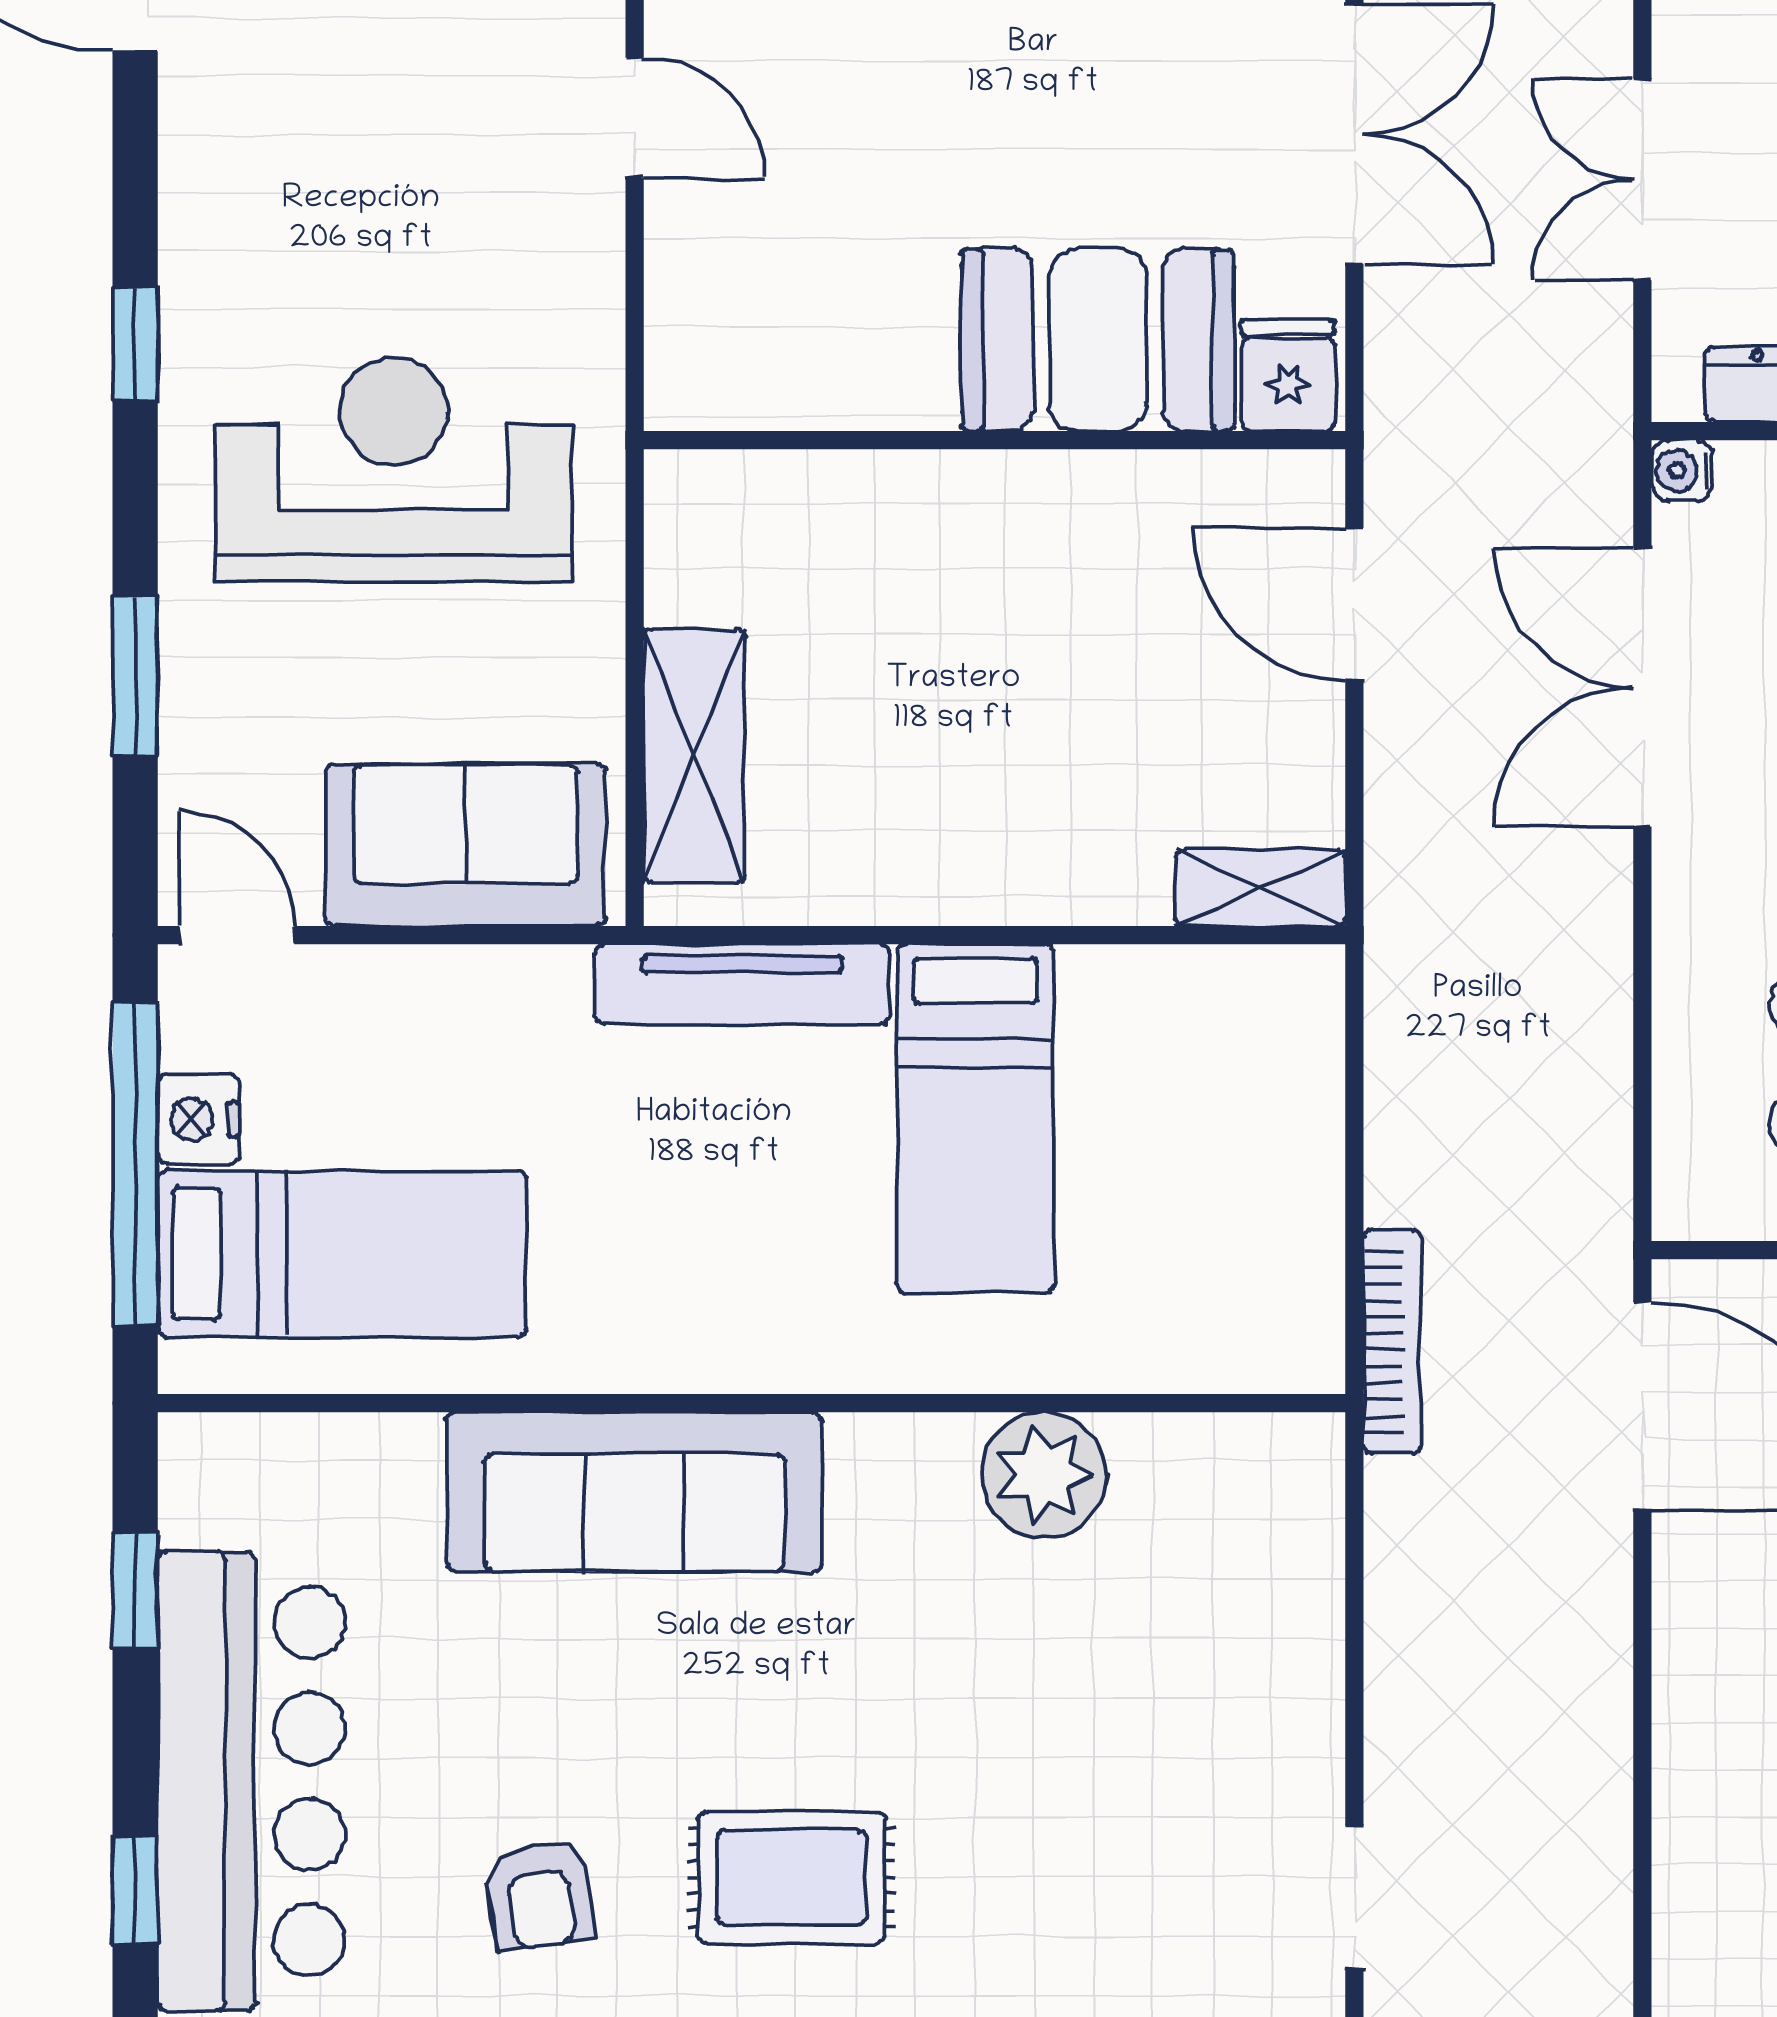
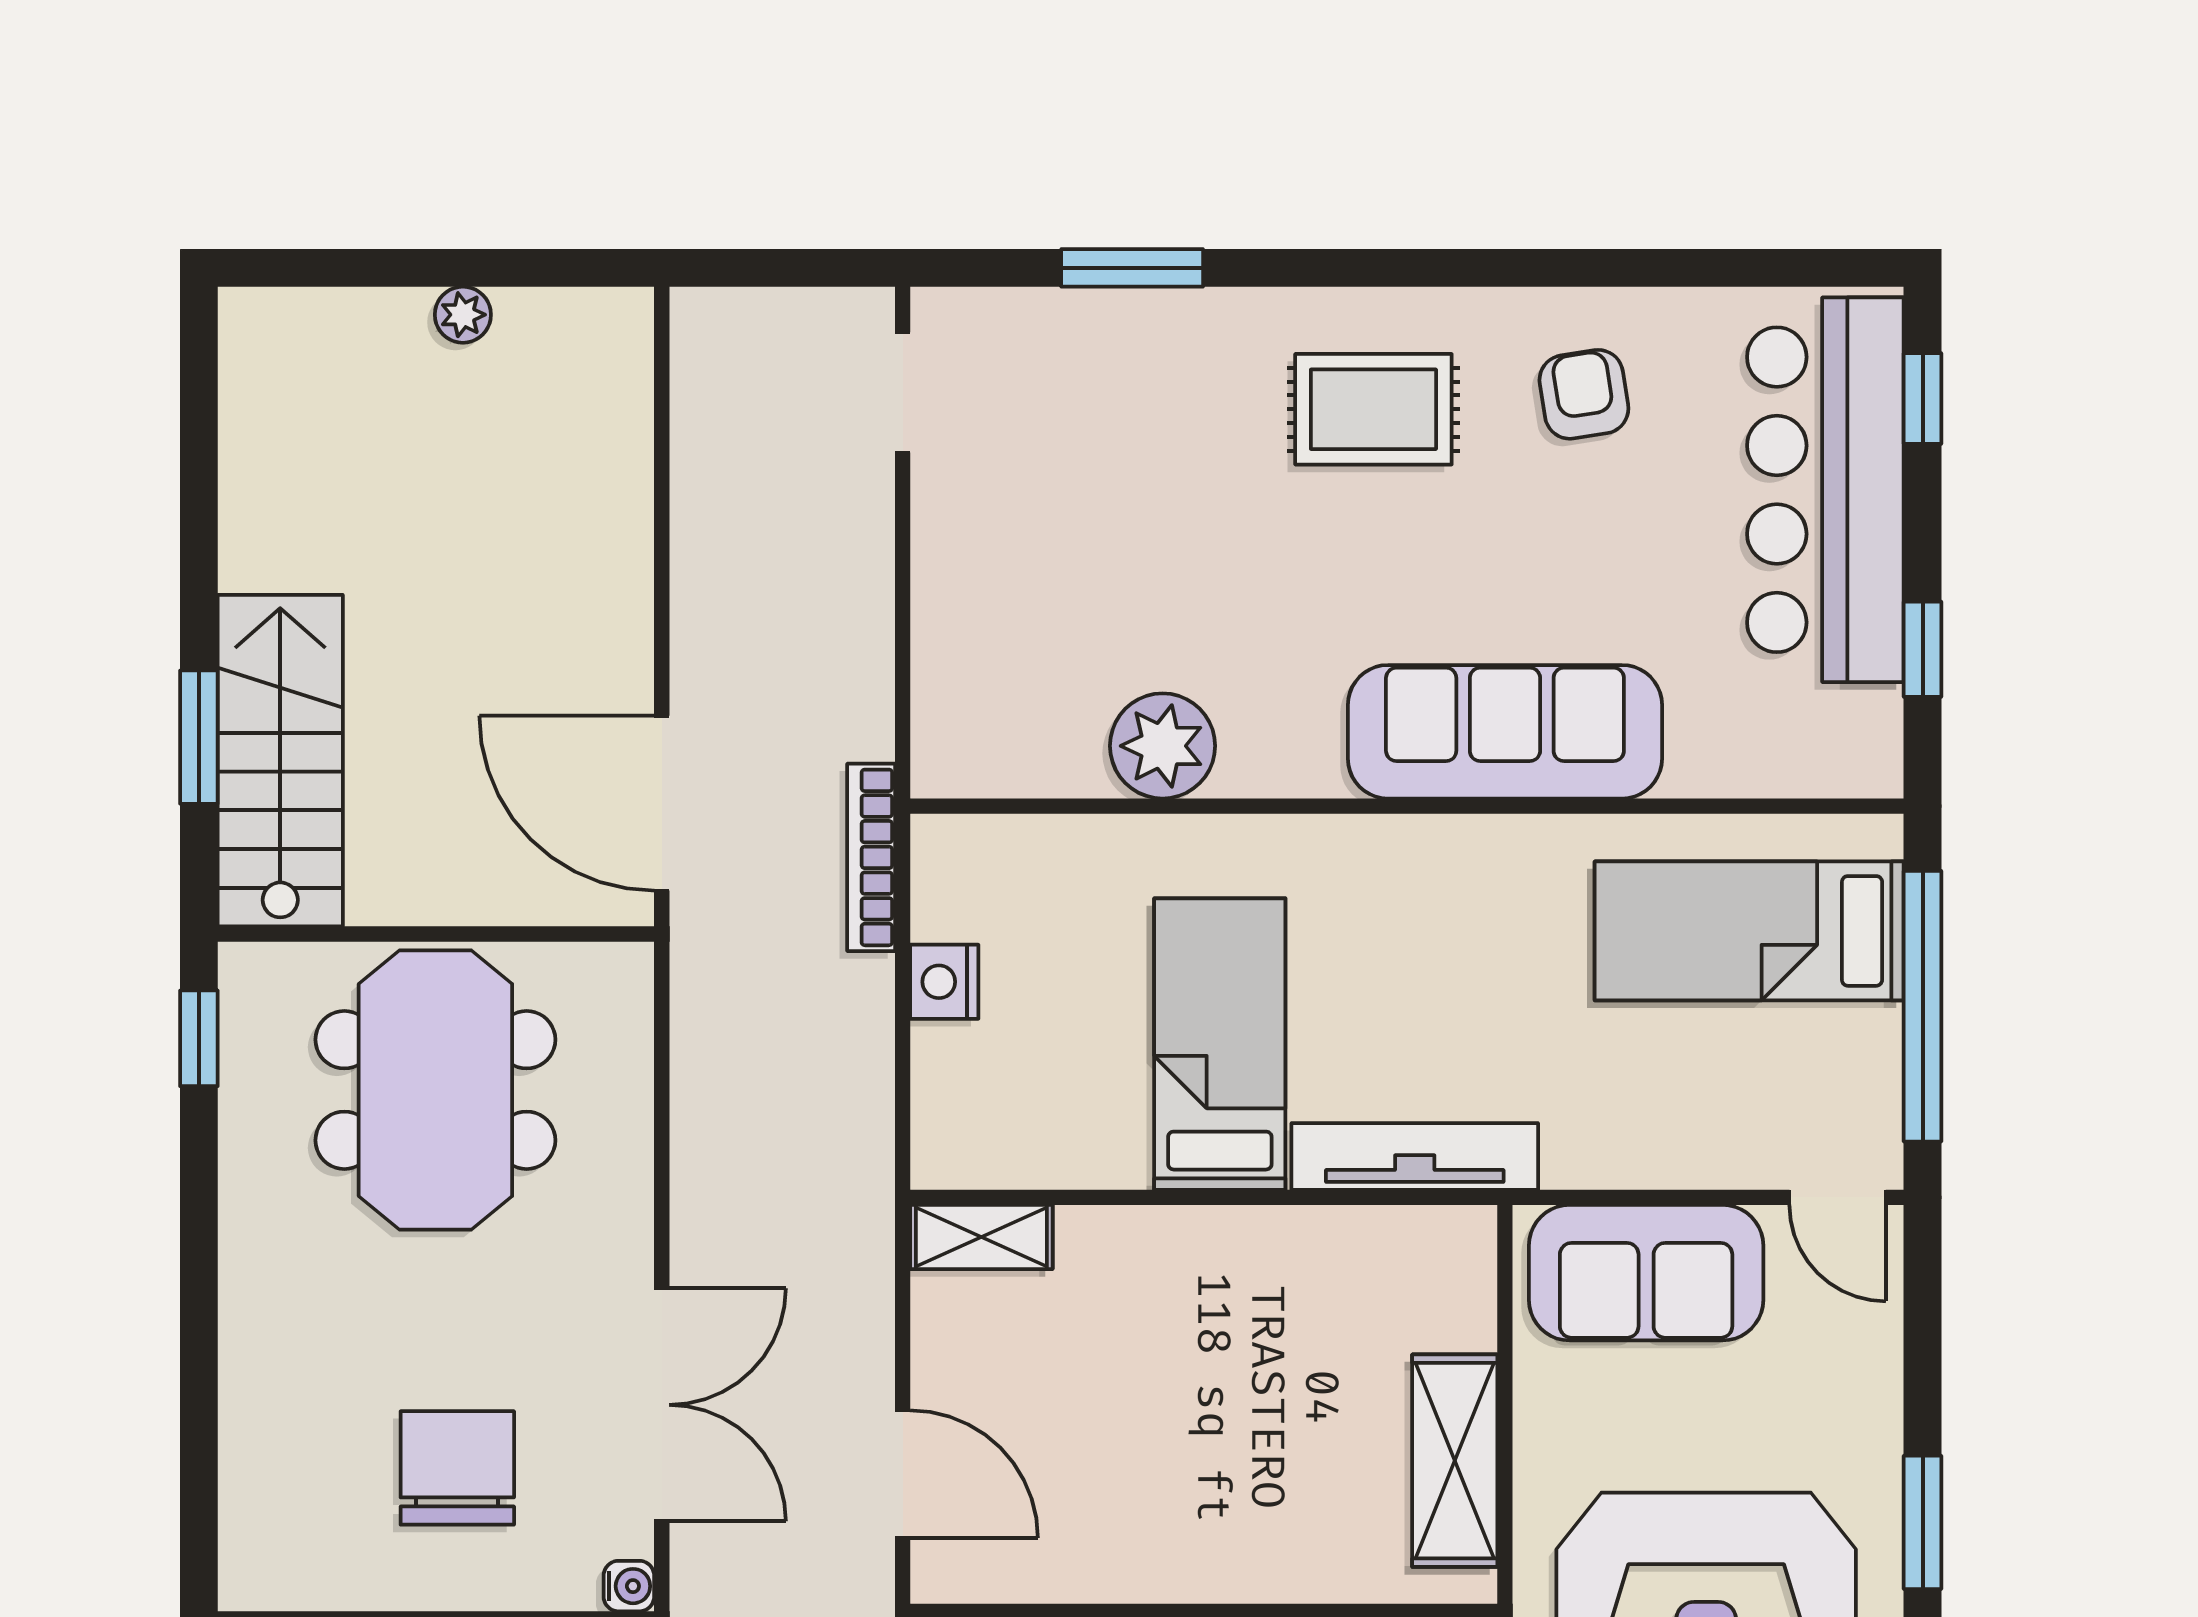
window: (135, 677) -> (1923, 1522), moved
shelving: (694, 756) -> (1455, 1461), moved
nightstand: (198, 1119) -> (944, 982), moved, turned 180

